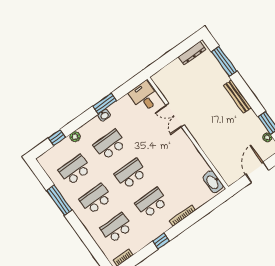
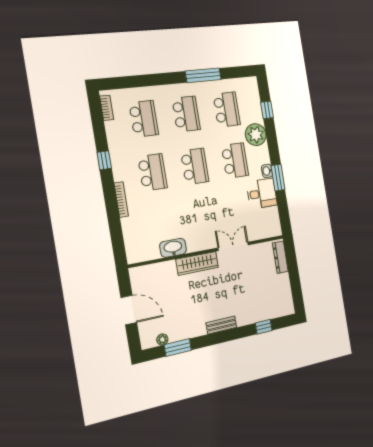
dresser: (192, 53) -> (280, 257), moved
window: (224, 61) -> (264, 327), width x0.46
desk: (144, 97) -> (262, 194), moved
bench: (238, 97) -> (221, 325), width x0.73
plant: (75, 137) -> (256, 135), width x1.87, depth x1.87
wardrobe: (201, 137) -> (197, 263), added
washbasin: (213, 182) -> (173, 248), moved

